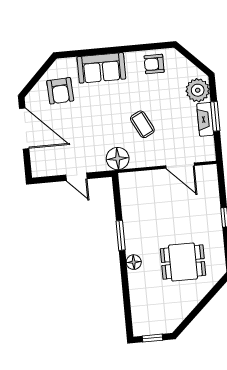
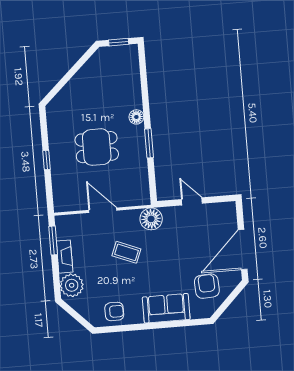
window: (215, 116) -> (53, 240), moved
coffee table: (142, 124) -> (126, 252), turned -41
door: (24, 128) -> (243, 249), hinge flipped
door: (180, 166) -> (103, 210), moved
dining table: (183, 262) -> (97, 147), moved

